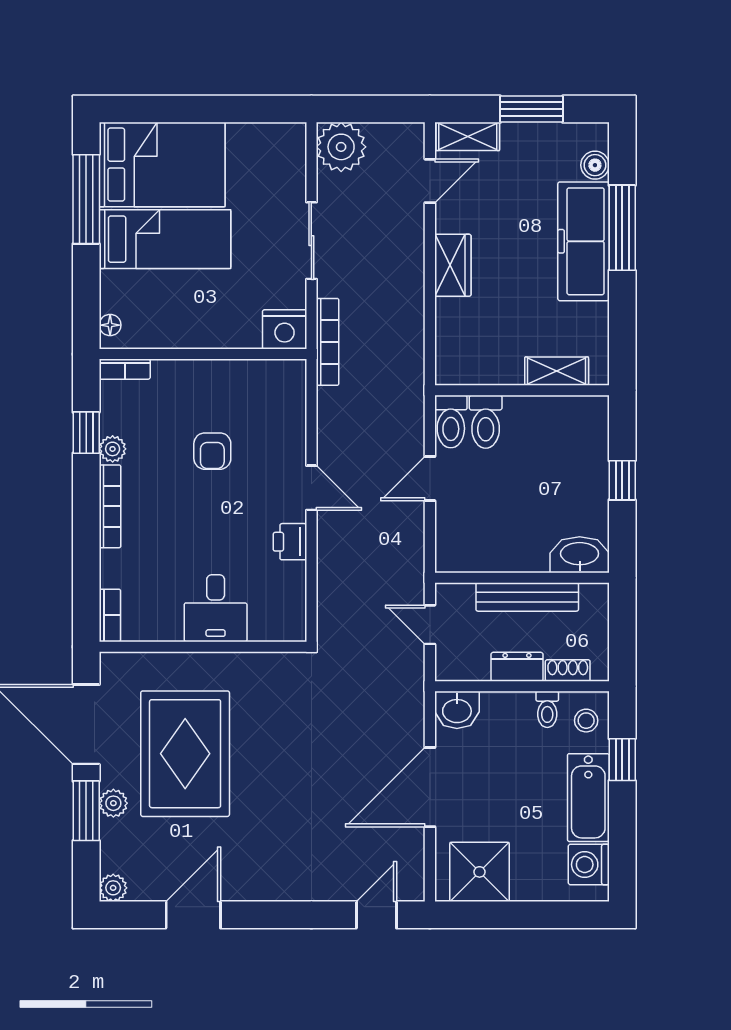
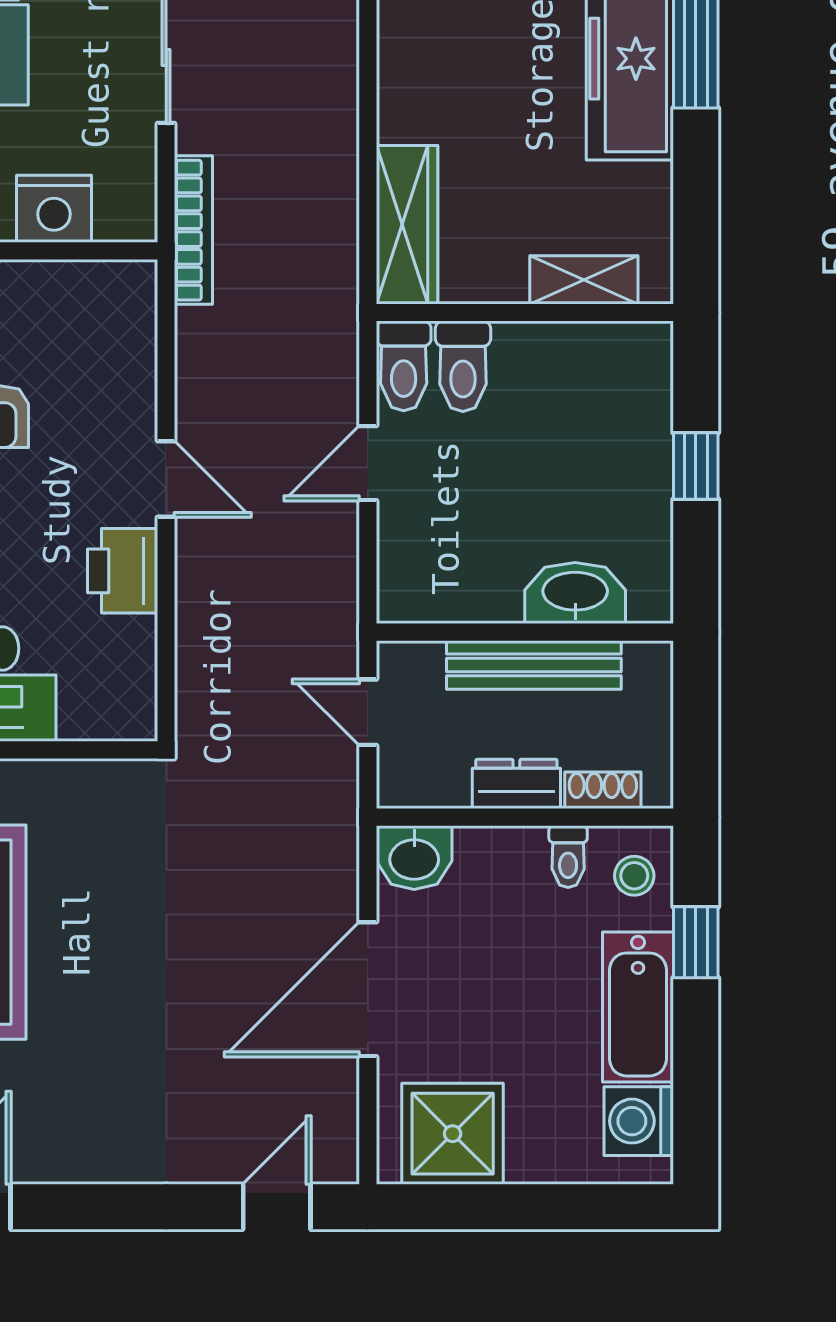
wardrobe: (453, 265) -> (407, 225), moved, width x1.50
nightstand: (285, 329) -> (54, 209), moved
printer: (290, 542) -> (123, 571), width x1.36, depth x1.24
washbasin: (580, 555) -> (575, 593), moved

